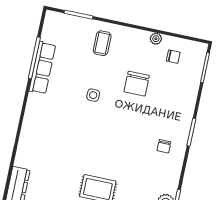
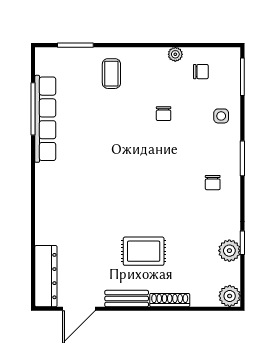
row of seats: (42, 68) -> (45, 119), width x1.36
chair: (137, 84) -> (164, 114), width x0.54, depth x0.54
side table: (93, 95) -> (221, 116), moved

